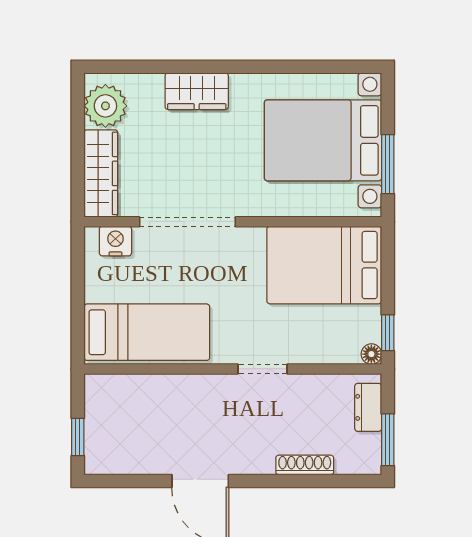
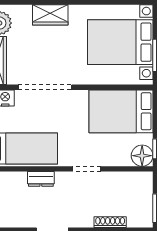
floor lamp: (371, 354) -> (142, 156), width x1.89, depth x1.89
dresser: (368, 407) -> (41, 179), moved, turned -90

